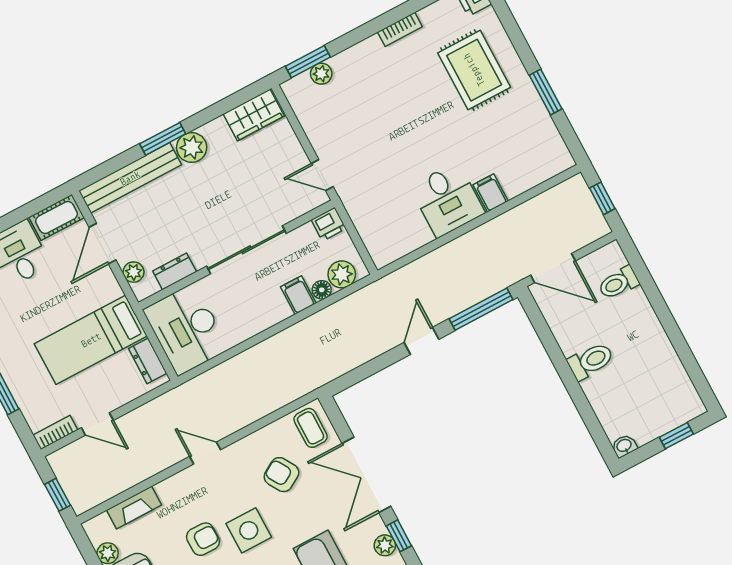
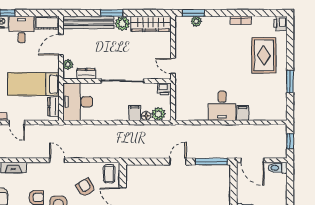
wardrobe: (254, 115) -> (150, 24), width x1.50
toilet: (619, 283) -> (278, 168), moved

